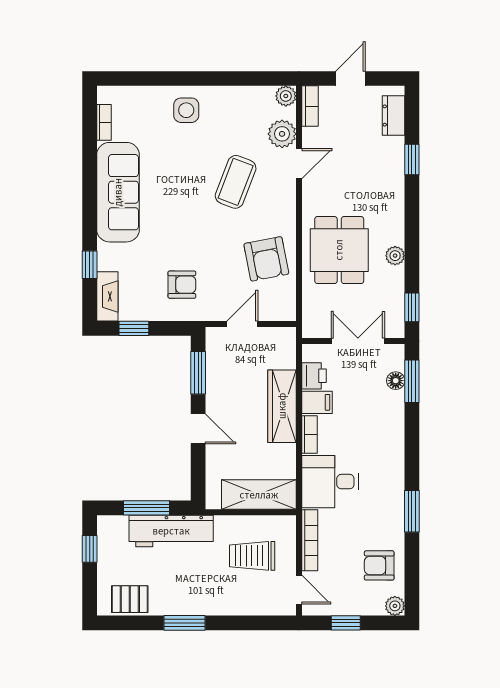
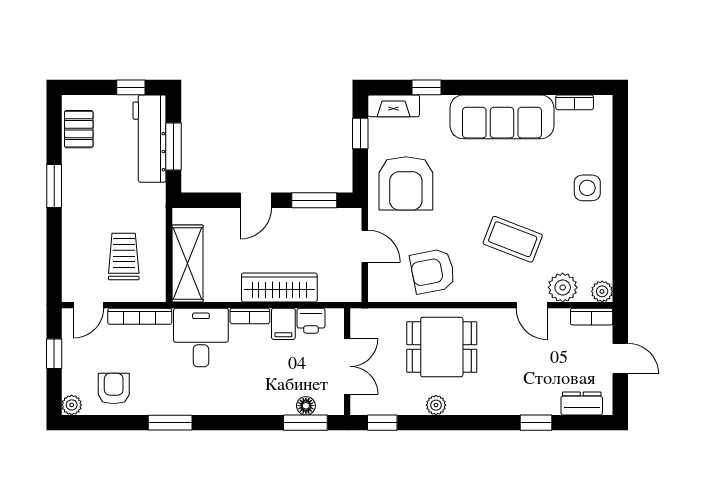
armchair: (182, 285) -> (406, 183), width x1.88, depth x1.88
workbench: (171, 531) -> (150, 139), moved

